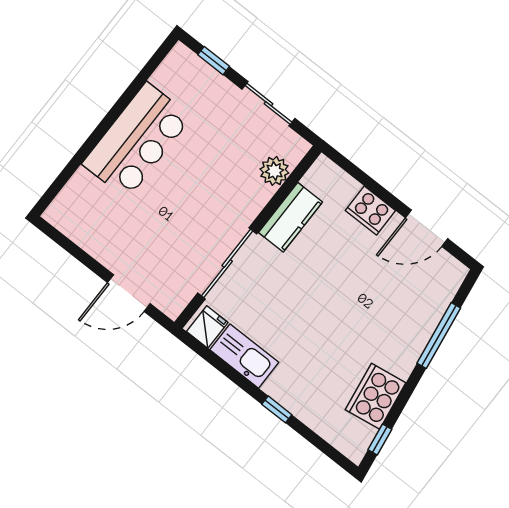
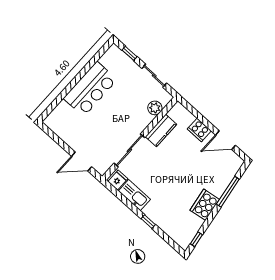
cooker: (376, 396) -> (205, 205), moved

